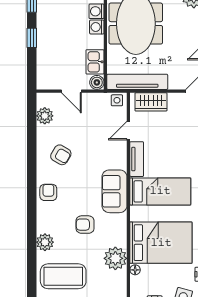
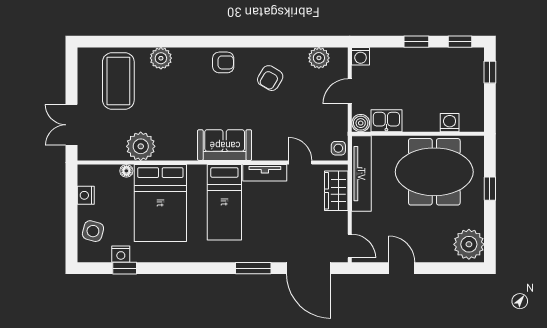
washing machine: (97, 27) -> (361, 56), moved, turned 180
armchair: (85, 225) -> (183, 108), removed

